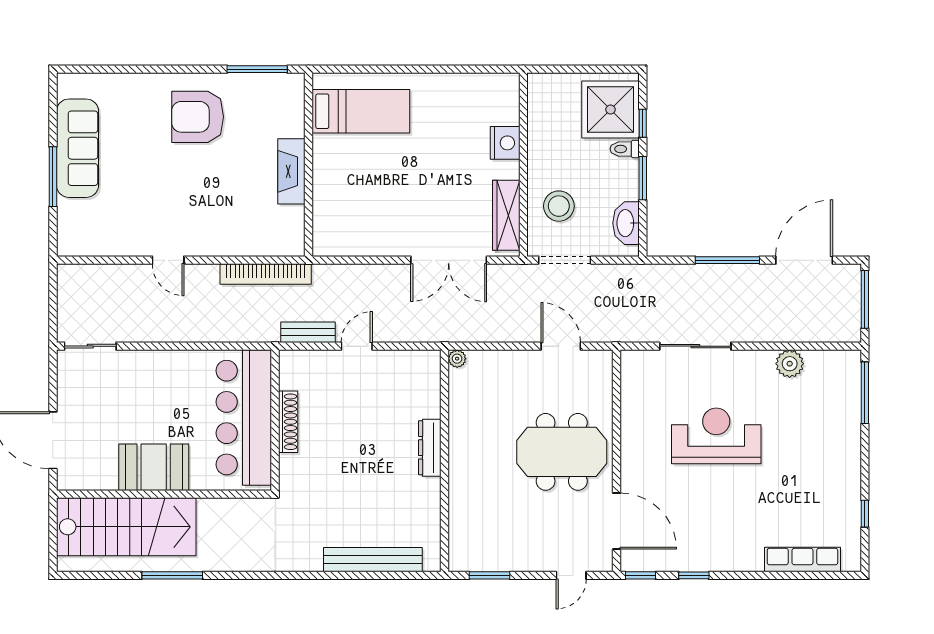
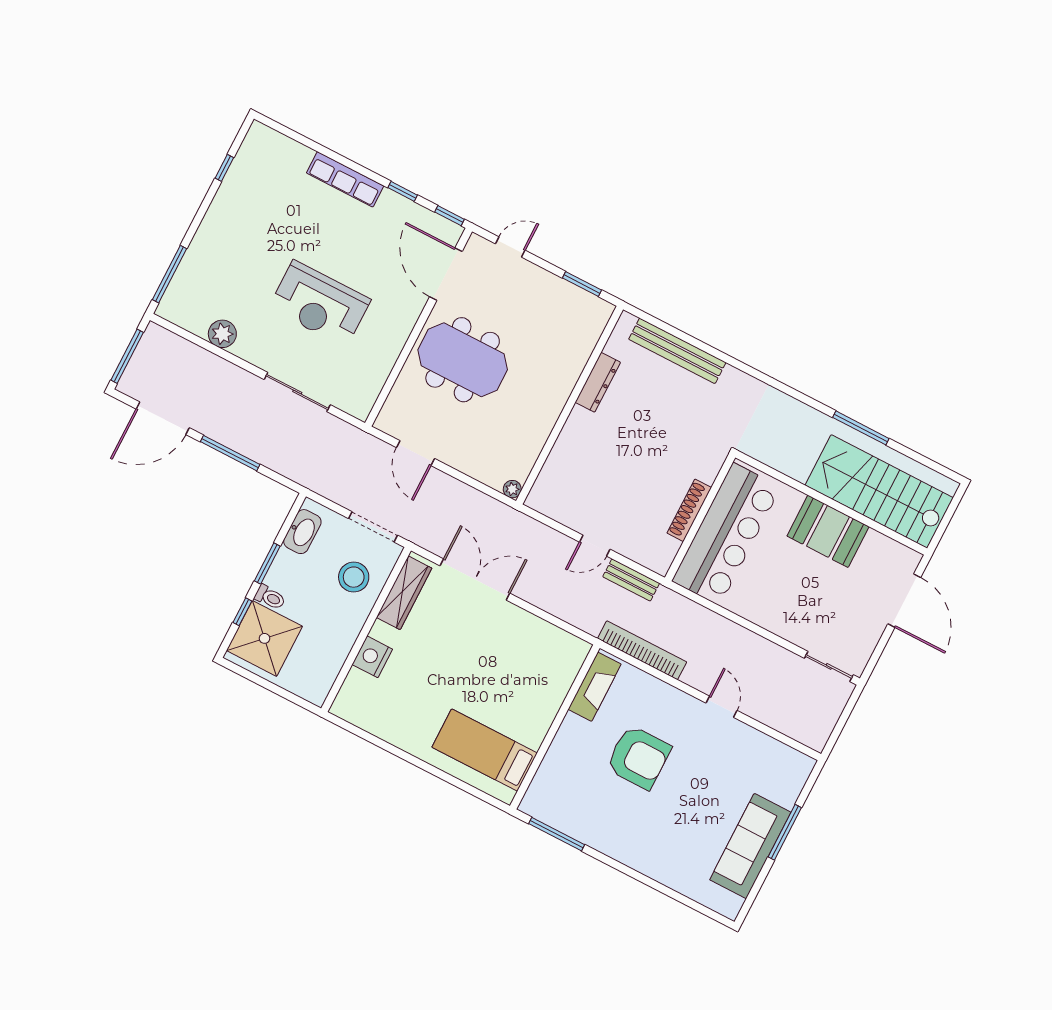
armchair: (198, 117) -> (638, 757), moved
fireplace: (291, 171) -> (595, 687), moved
dresser: (430, 448) -> (598, 382), moved
row of seats: (802, 560) -> (345, 179), moved

